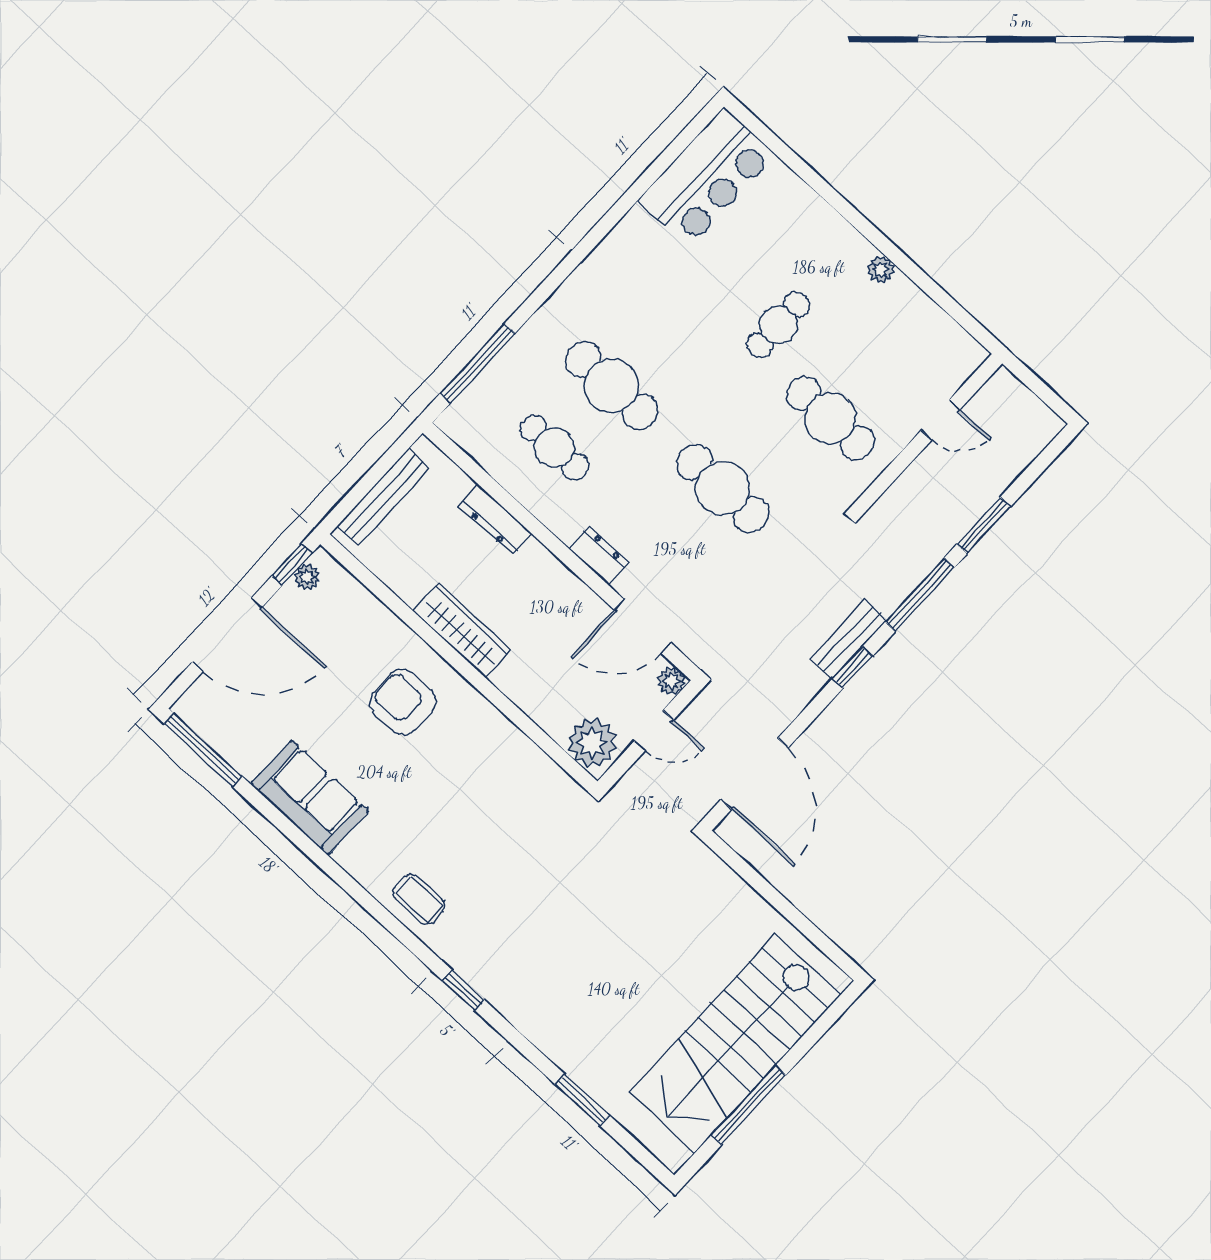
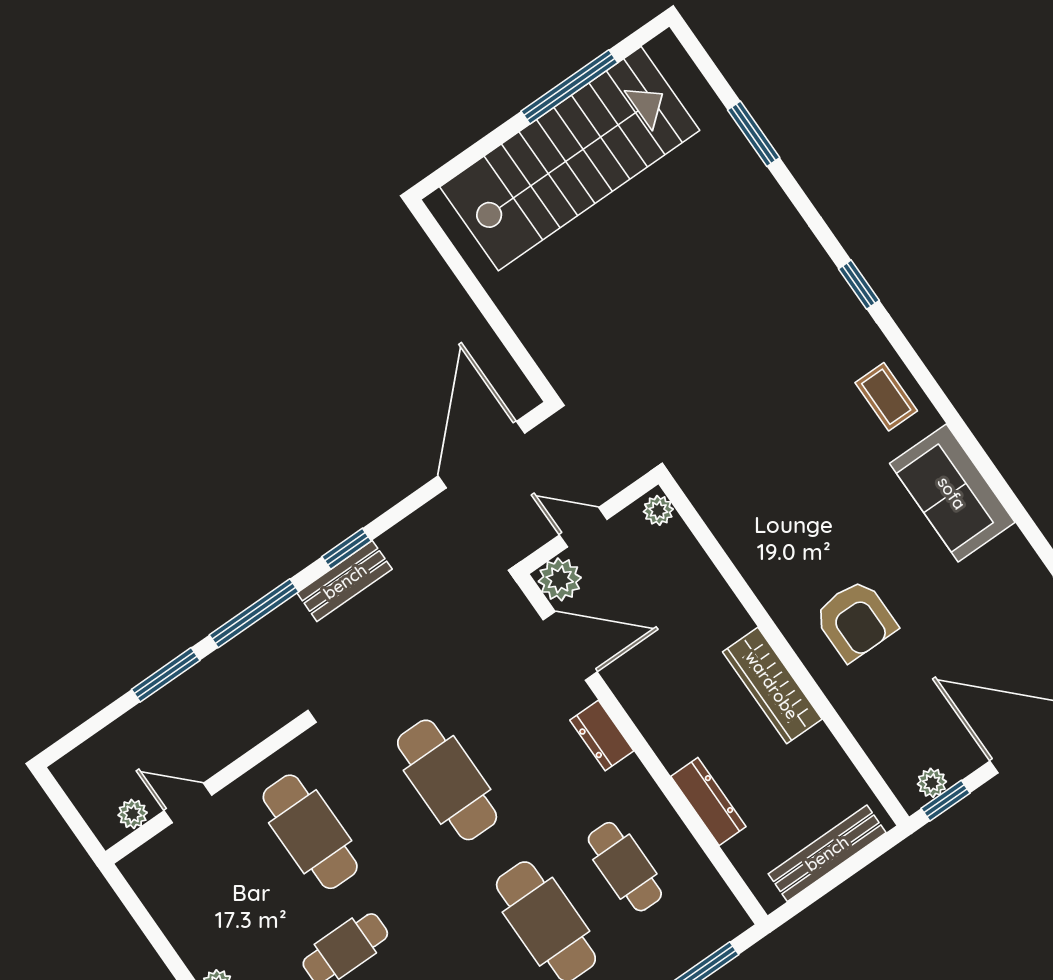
plant: (986, 400) -> (133, 814), added
plant: (671, 681) -> (560, 579), width x1.38, depth x1.38
plant: (592, 743) -> (658, 510), width x0.53, depth x0.53
sofa: (310, 798) -> (952, 493), moved

